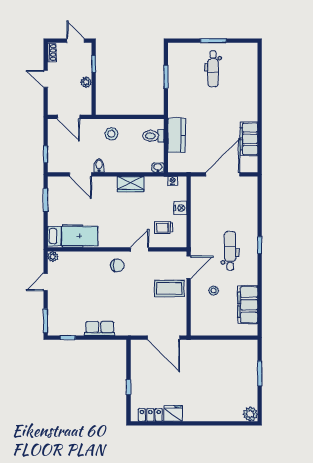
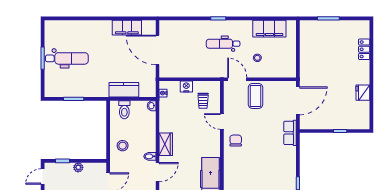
dental chair: (213, 69) -> (67, 58), width x1.36, depth x1.38
wardrobe: (131, 184) -> (166, 144), moved
row of seats: (100, 329) -> (290, 133), moved
plant: (250, 414) -> (363, 26), removed
locker: (150, 415) -> (364, 49), moved

